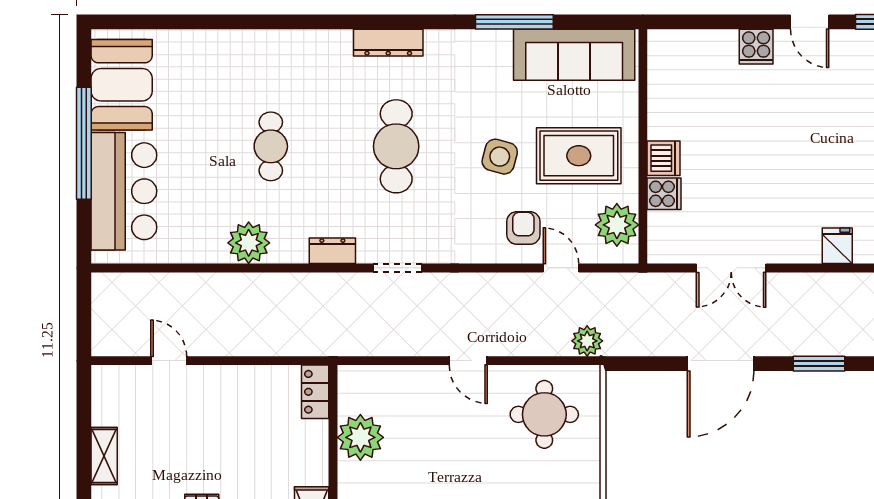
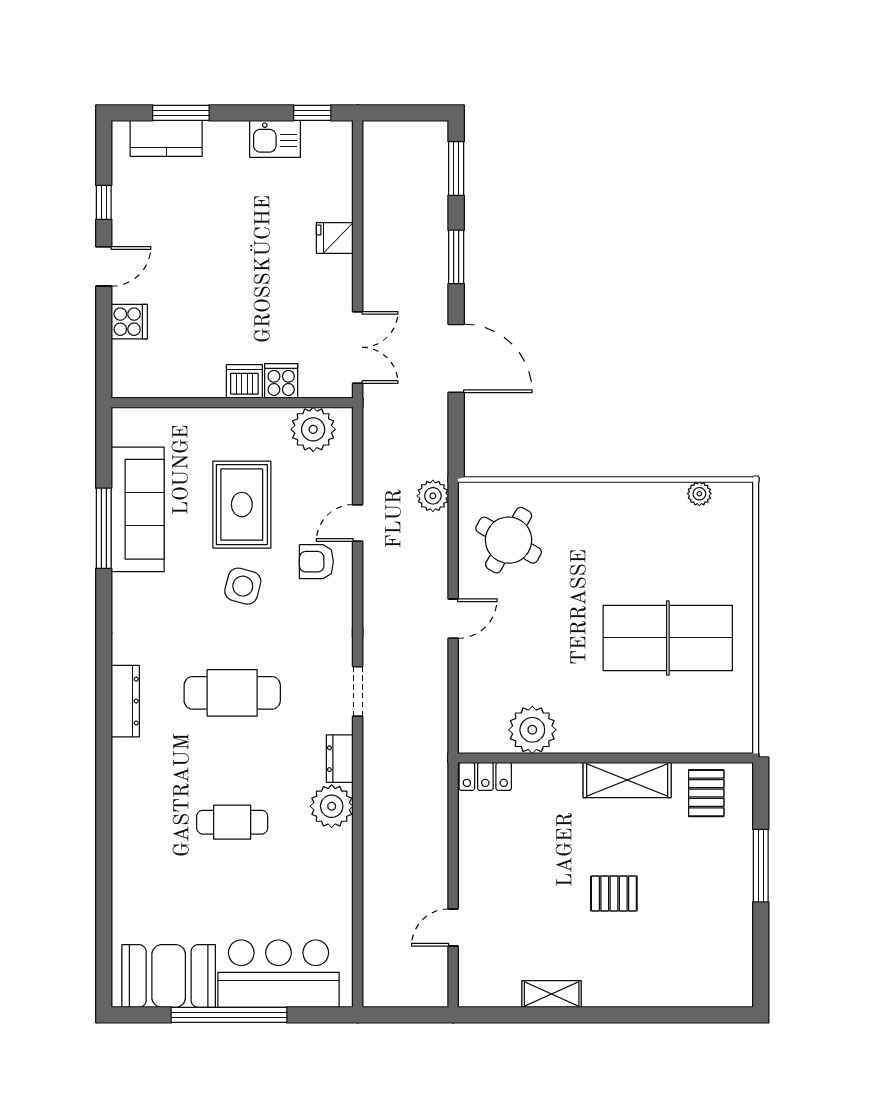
window: (514, 22) -> (104, 528), moved
wall: (643, 146) -> (232, 403), moved
dishwasher: (664, 158) -> (244, 381), moved
cooker: (664, 194) -> (281, 381), moved
plant: (617, 225) -> (313, 429), moved
plant: (249, 243) -> (332, 806), moved
round table: (544, 414) -> (509, 540), turned 30

